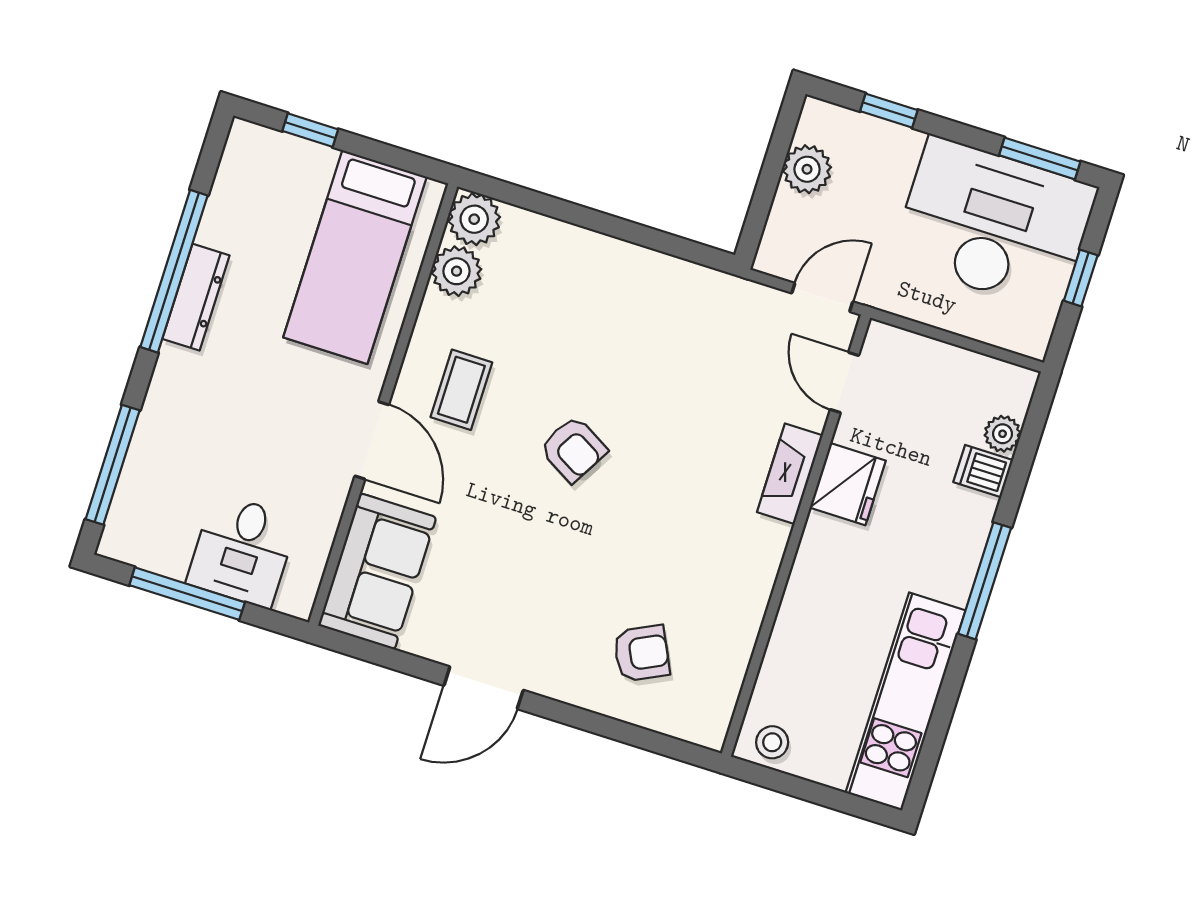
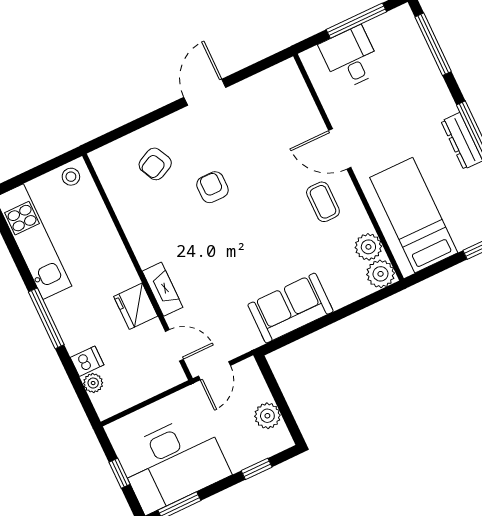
armchair: (573, 449) -> (212, 187), moved, turned 60
sofa: (377, 571) -> (290, 308), moved, turned 90

